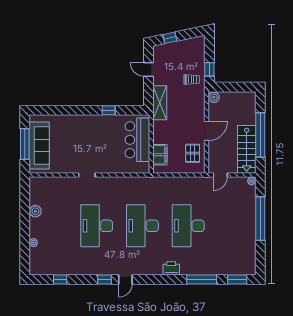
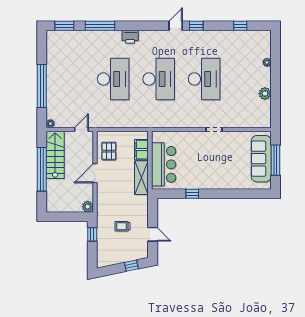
trolley: (192, 80) -> (123, 226), moved
shelving: (160, 103) -> (141, 178), moved

